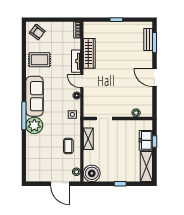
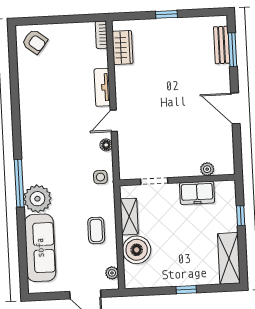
wardrobe: (89, 53) -> (122, 48), moved, width x0.67
rug: (39, 60) -> (41, 88), removed
door: (82, 81) -> (114, 121), hinge flipped
sofa: (34, 96) -> (40, 248), moved
freezer: (146, 140) -> (197, 193), moved, turned -90
boiler: (92, 173) -> (137, 250), moved

